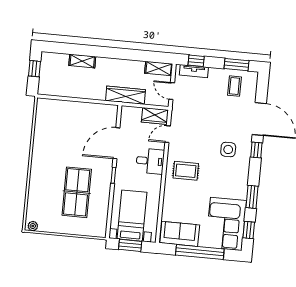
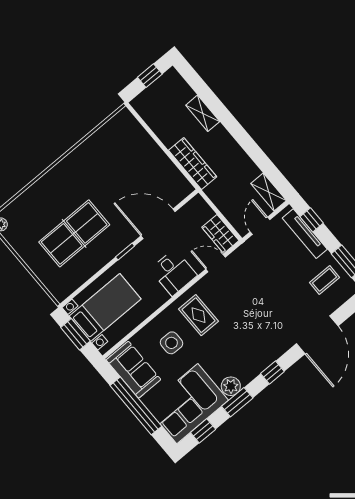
tv unit: (194, 71) -> (305, 234), width x1.41
wardrobe: (125, 95) -> (193, 164), moved
side table: (228, 149) -> (171, 343), moved
window: (256, 150) -> (272, 372), moved
plant: (240, 192) -> (231, 386), added

